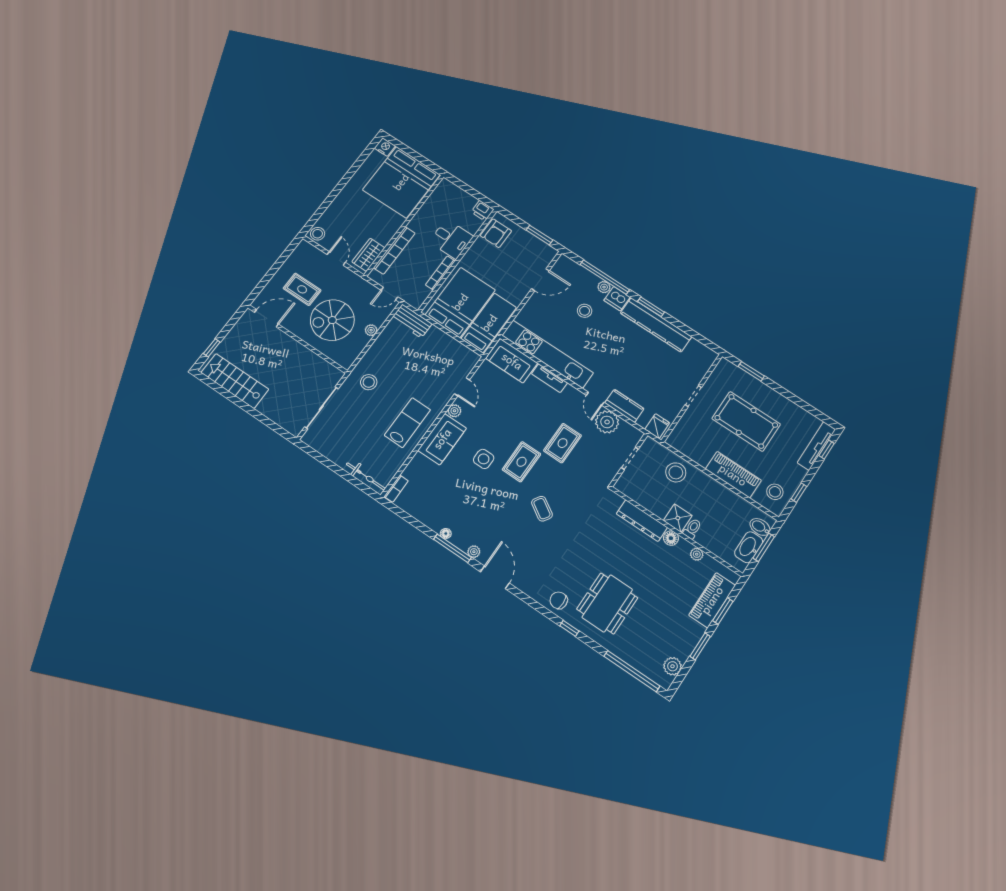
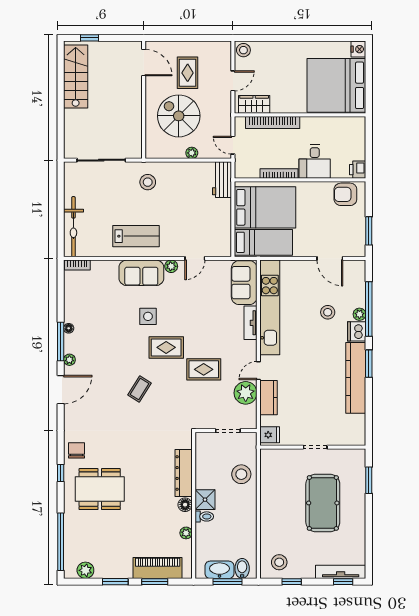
piano: (733, 475) -> (271, 521), removed
bicycle: (366, 476) -> (73, 227), width x1.37, depth x1.40

